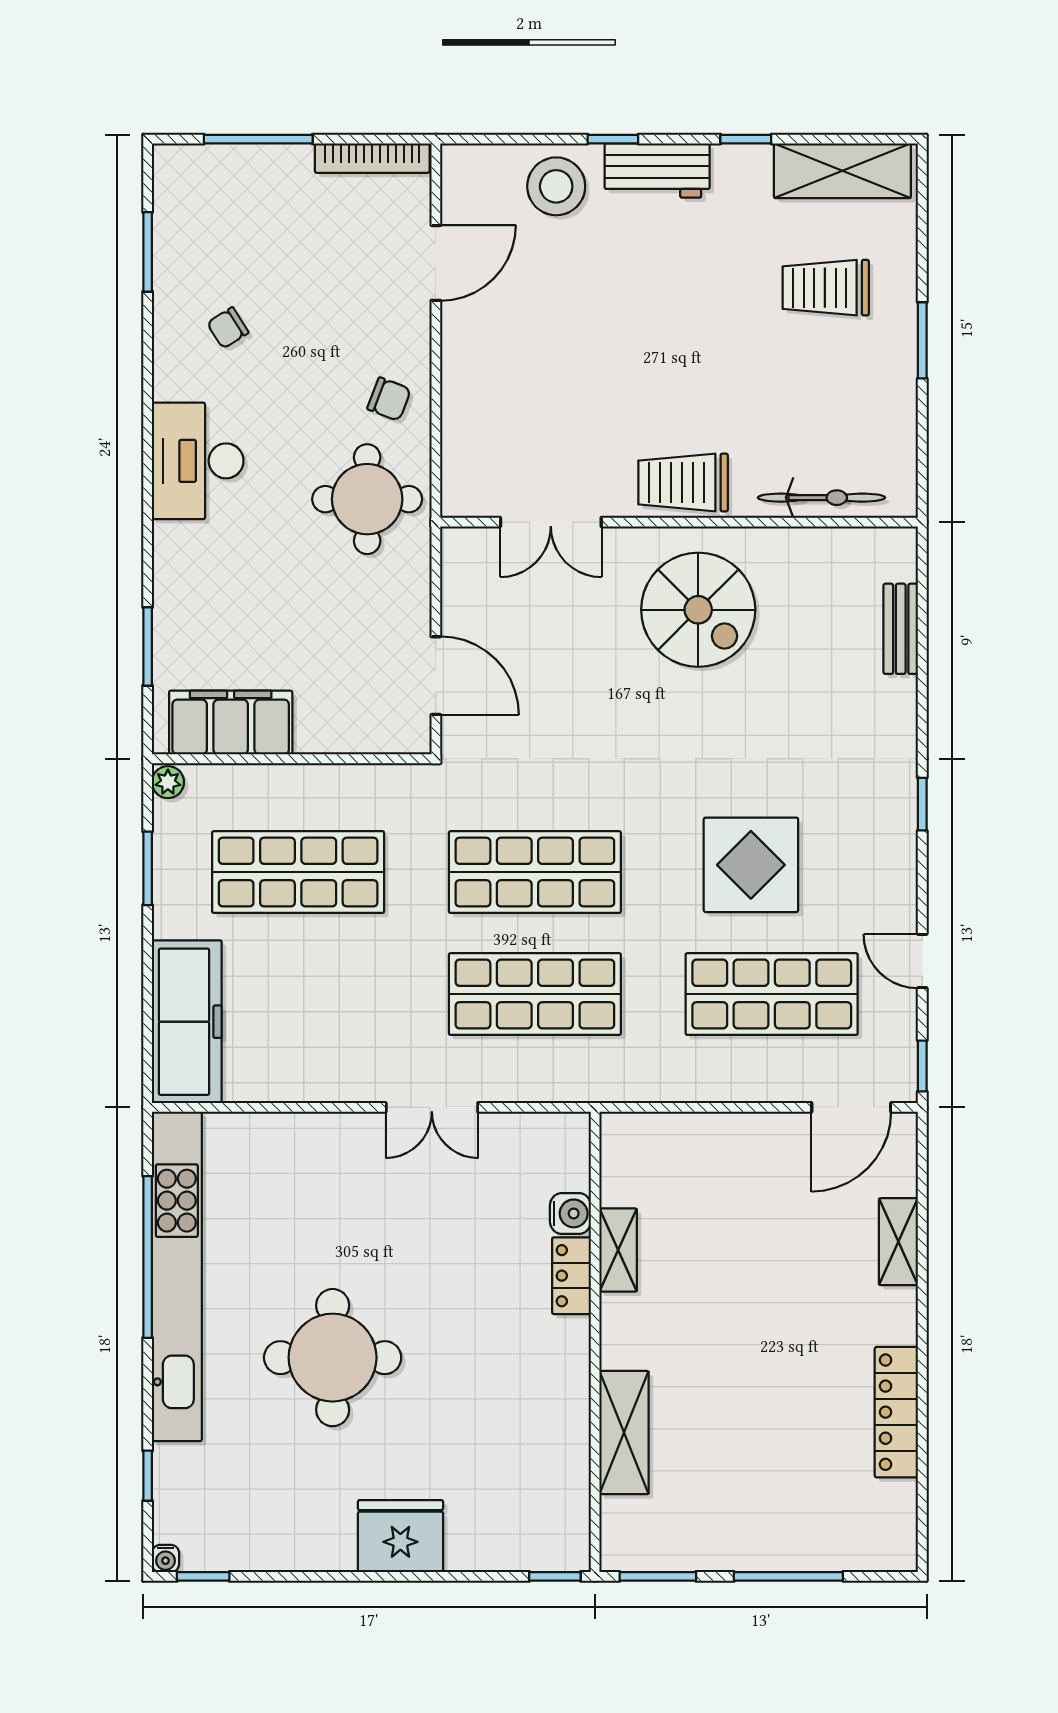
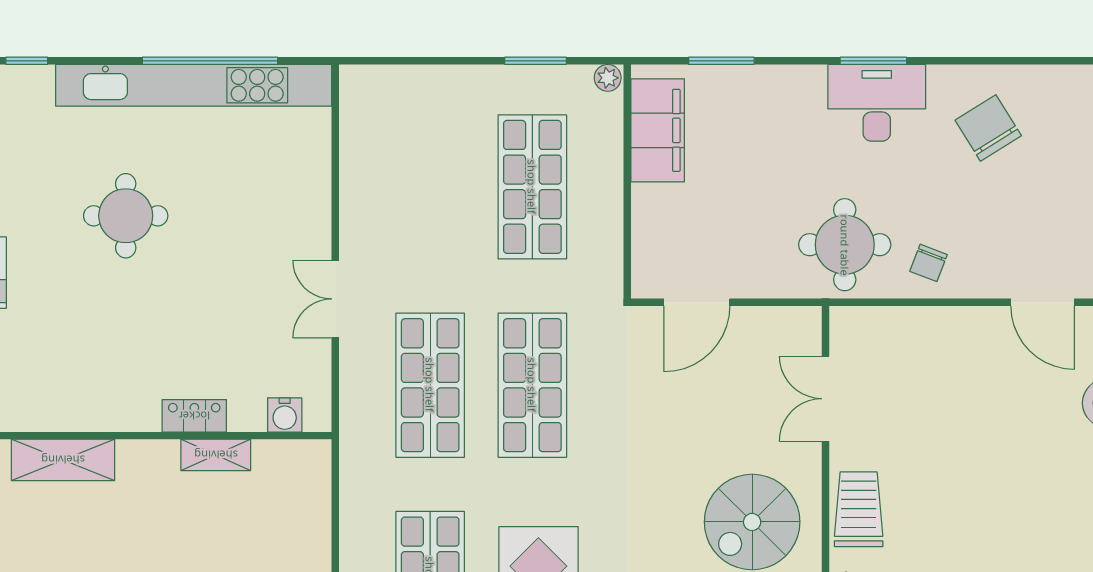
window: (148, 252) -> (873, 61), moved
chair: (228, 328) -> (988, 128), width x1.87, depth x1.87
freezer: (187, 1022) -> (407, 94), removed
water cooler: (570, 1213) -> (285, 415), moved
round table: (333, 1358) -> (126, 216), width x0.73, depth x0.73

